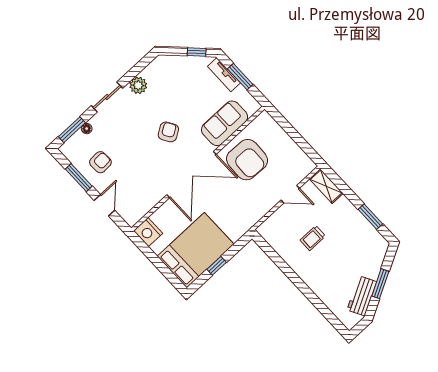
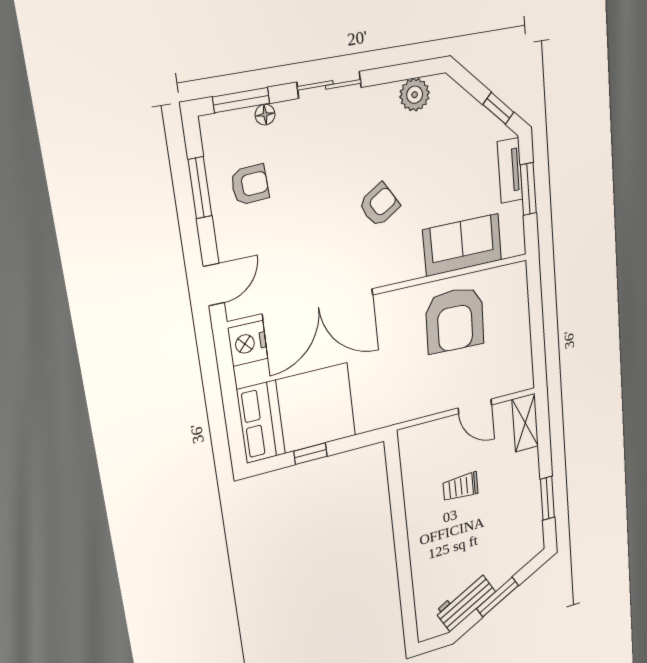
plant: (138, 85) -> (415, 95), moved
double door: (191, 175) -> (318, 304), moved
door: (104, 205) -> (214, 285), moved

